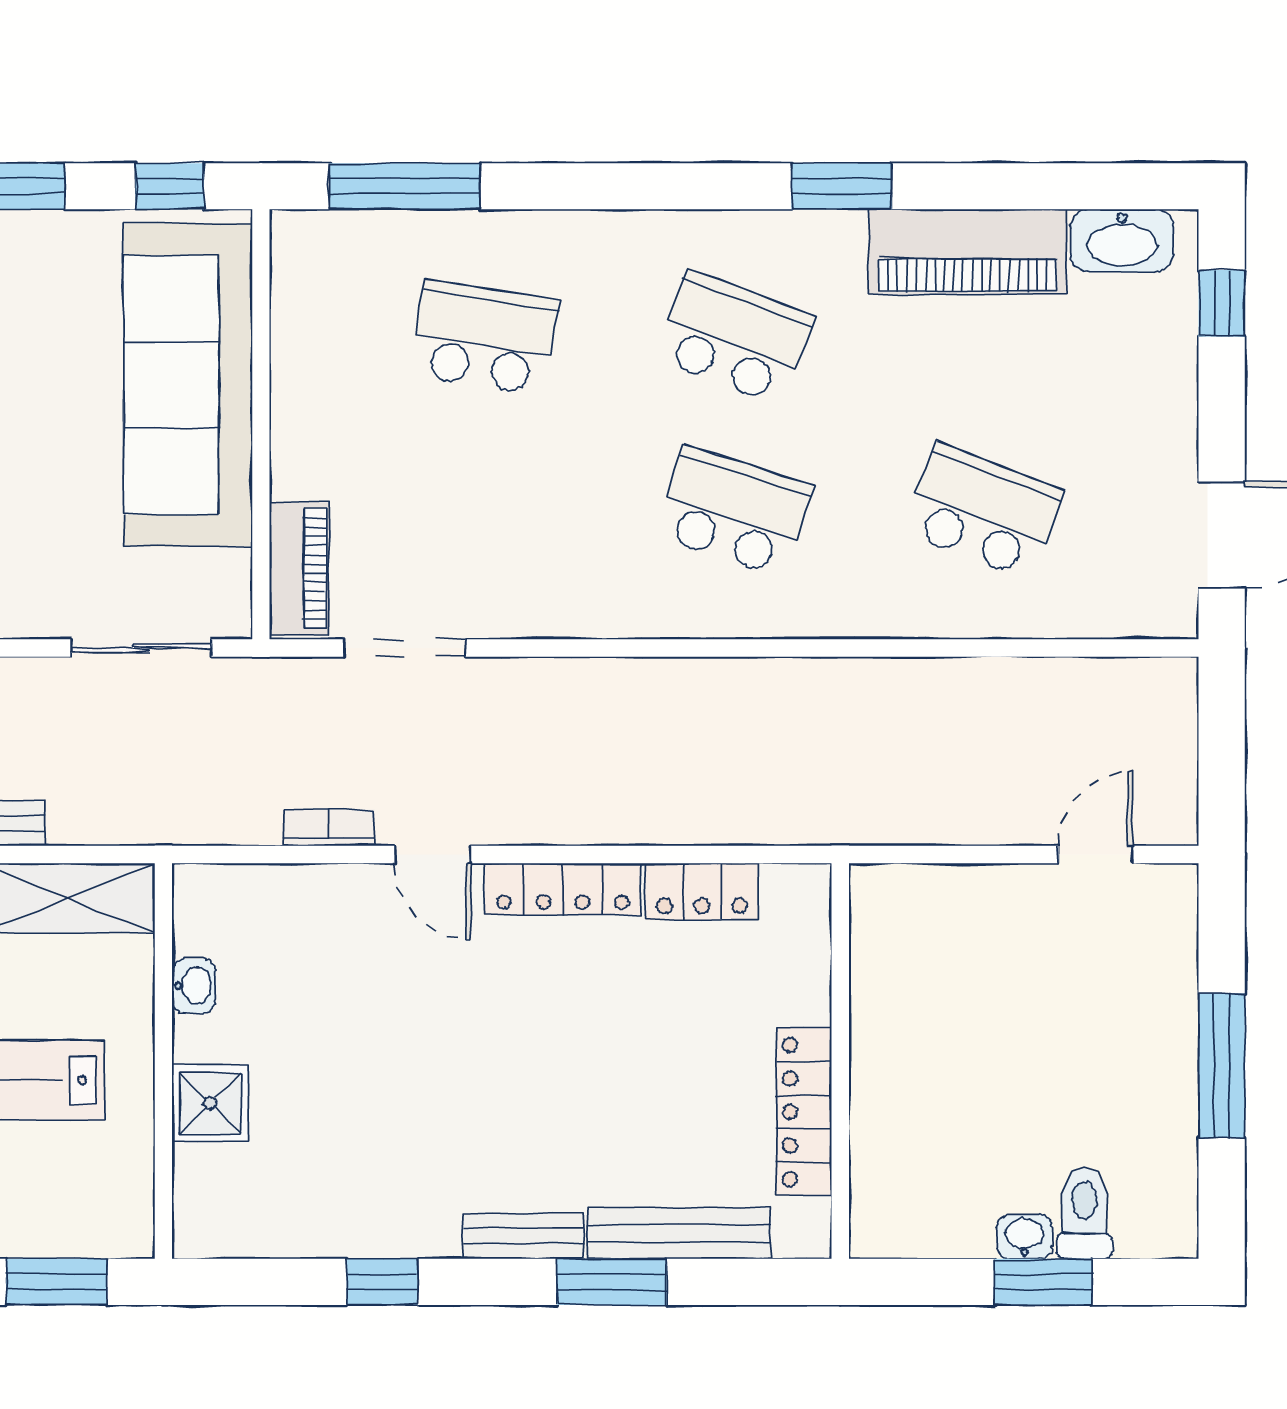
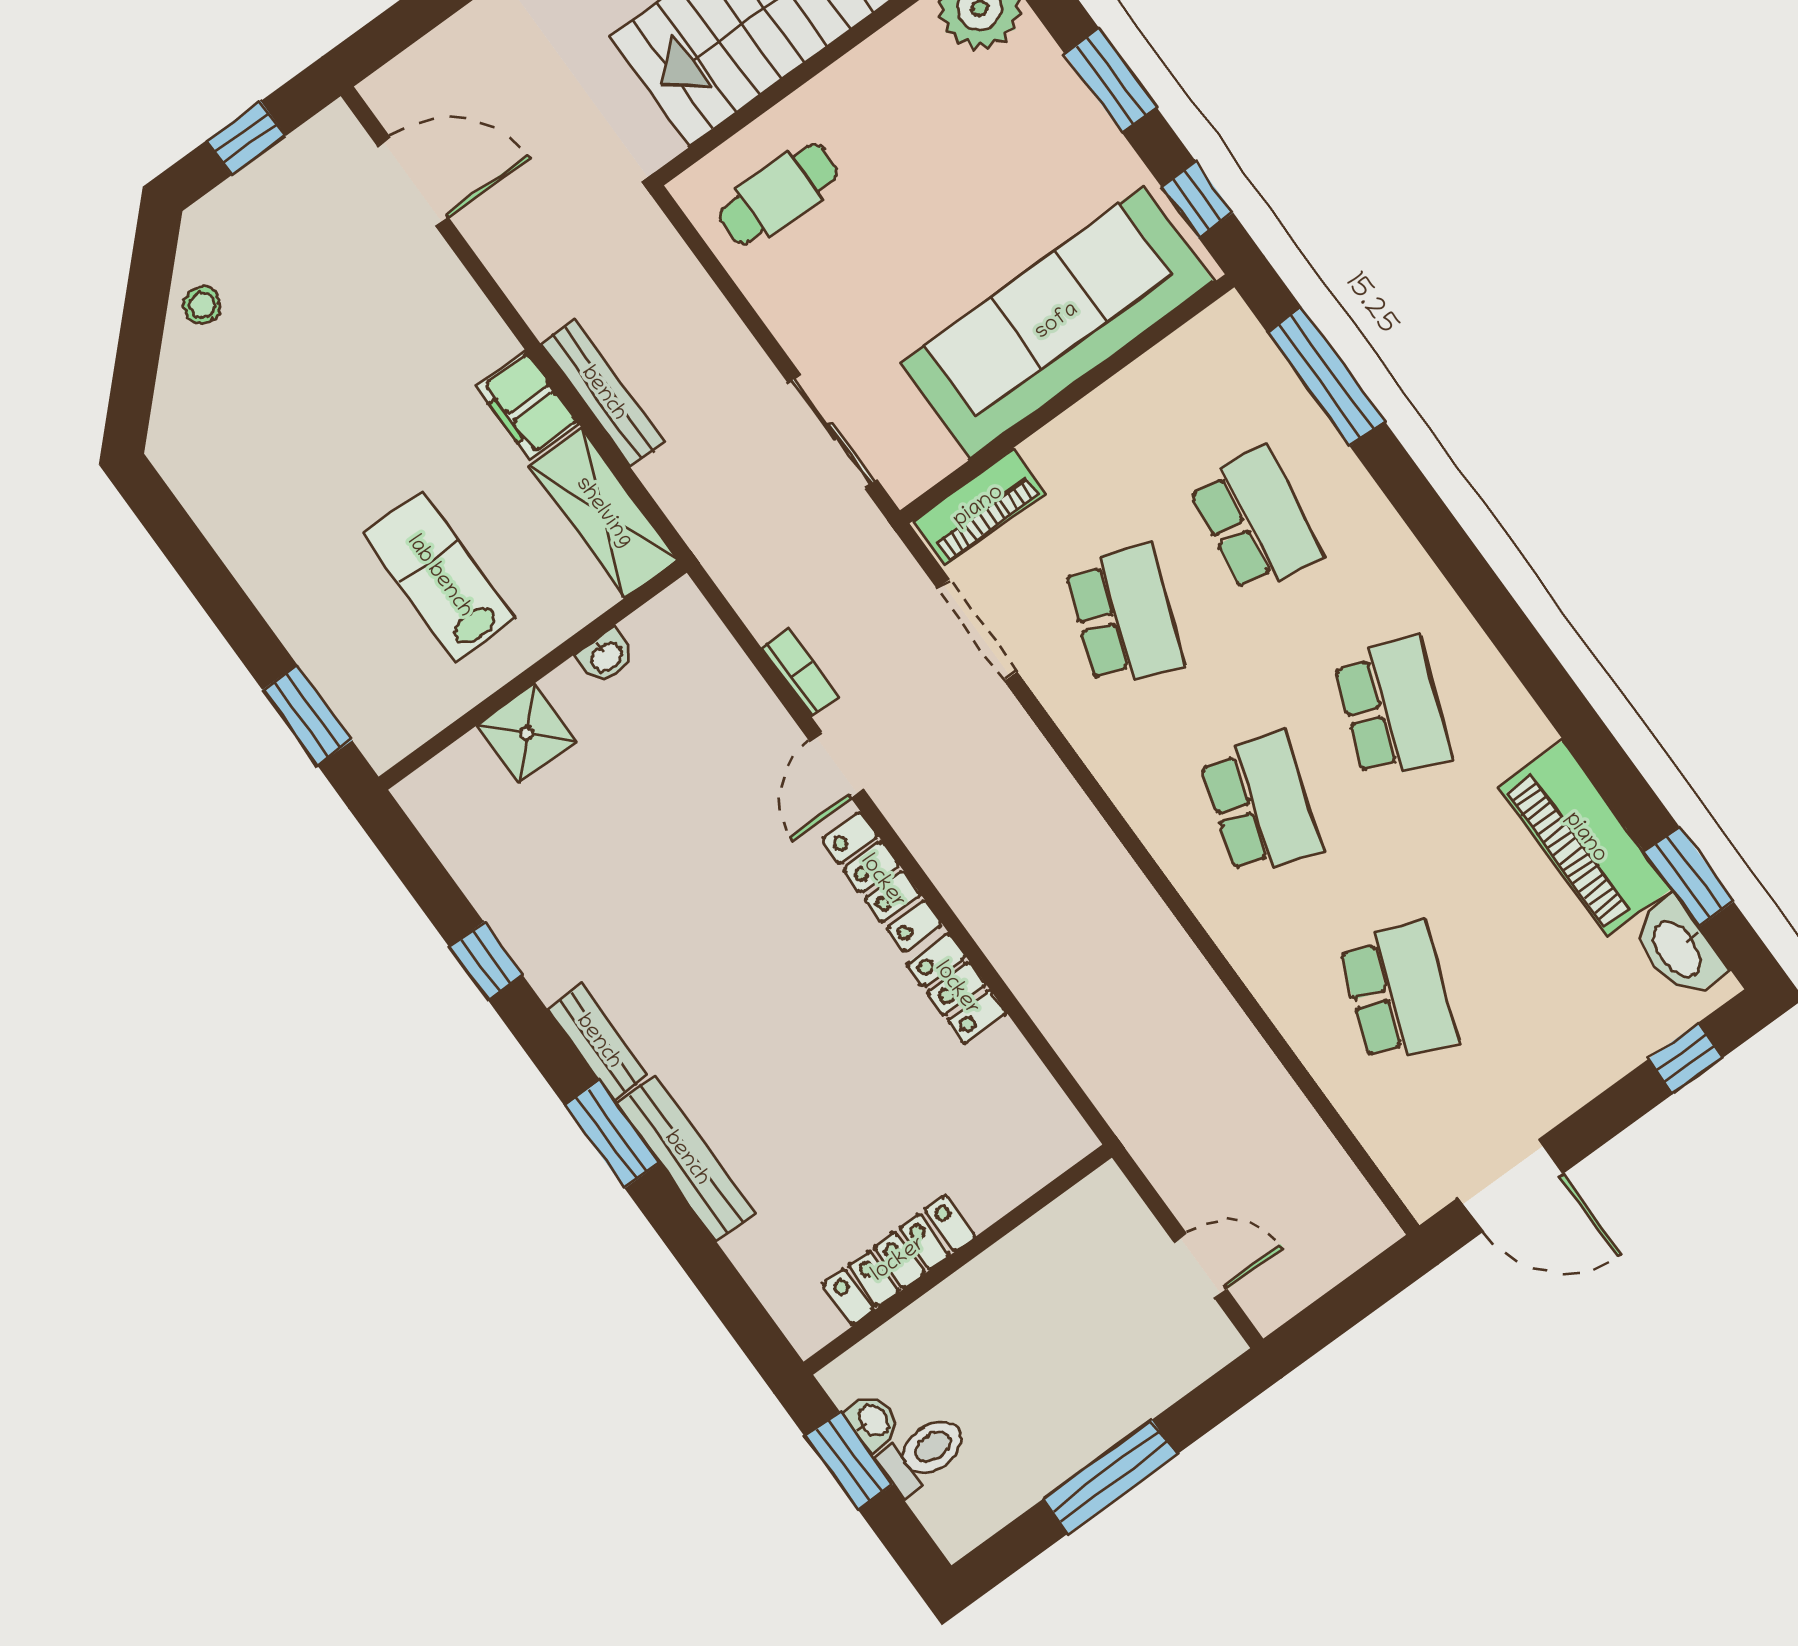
window: (841, 186) -> (1689, 877), moved
school desk: (485, 511) -> (1124, 616), added
wall: (840, 1061) -> (958, 1260), moved
locker: (804, 1112) -> (899, 1260), moved

